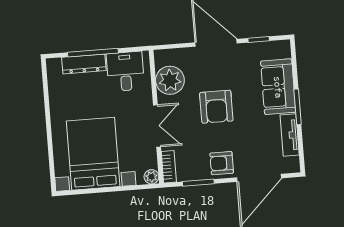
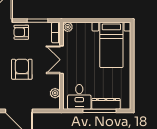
plant: (170, 80) -> (55, 93), width x0.53, depth x0.53
bed with nightstands: (93, 154) -> (111, 45), width x0.73
armchair: (222, 163) -> (21, 32), turned 180

